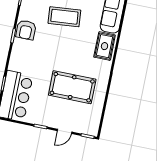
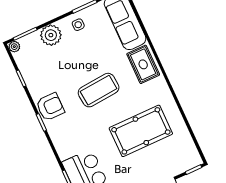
coffee table: (64, 17) -> (99, 90), moved
armchair: (26, 30) -> (50, 107), turned -90

